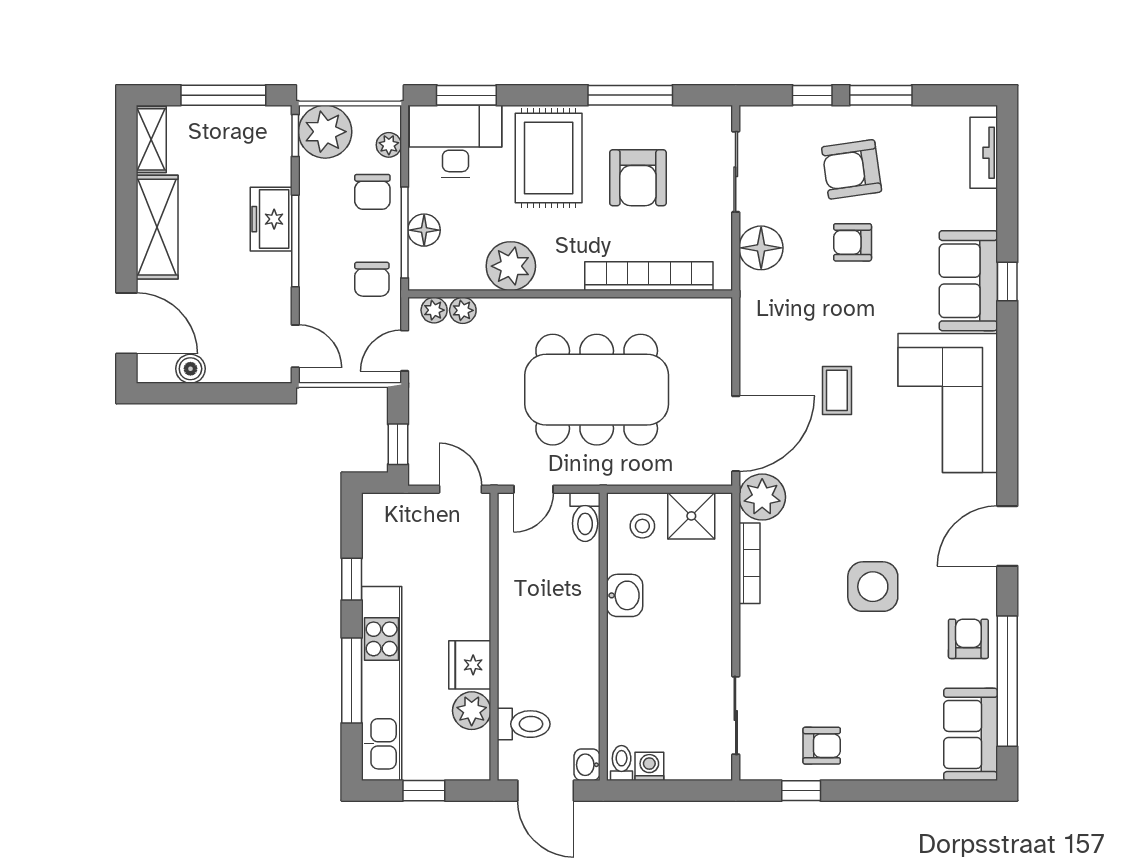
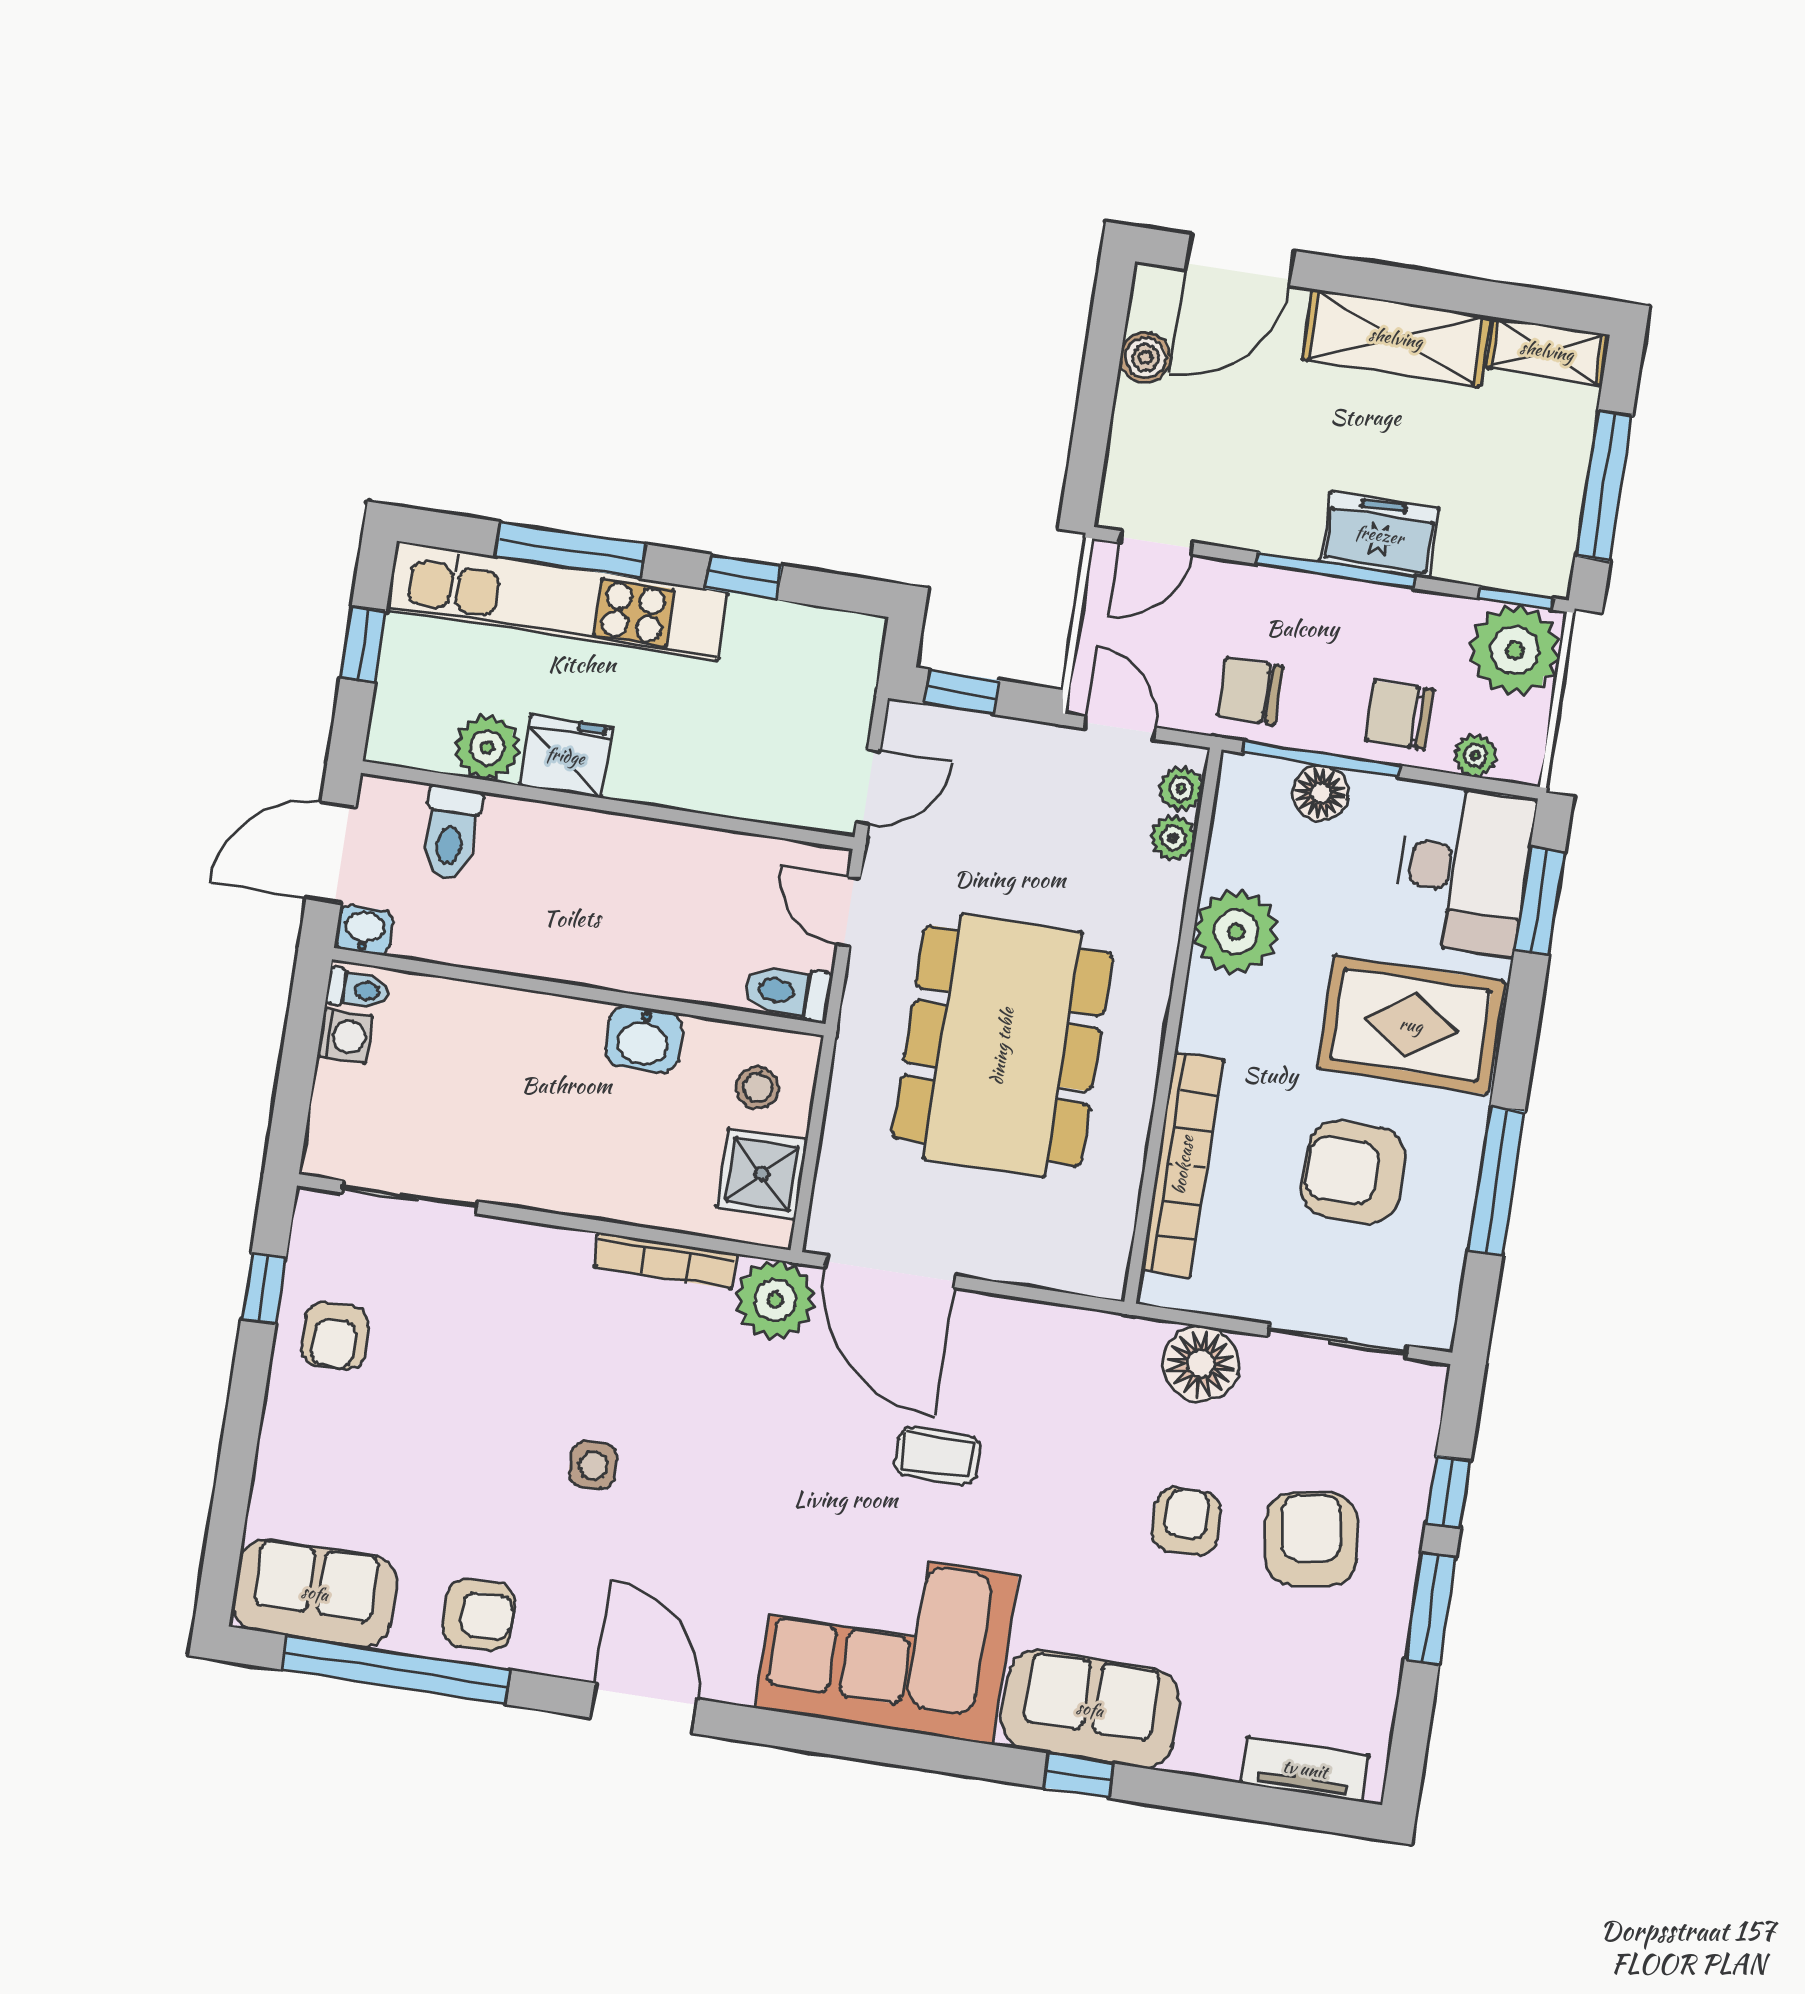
side table: (873, 587) -> (593, 1465), width x0.54, depth x0.54

